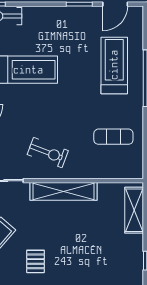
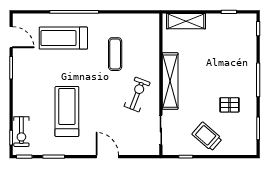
exercise mat: (113, 137) -> (115, 54), moved

